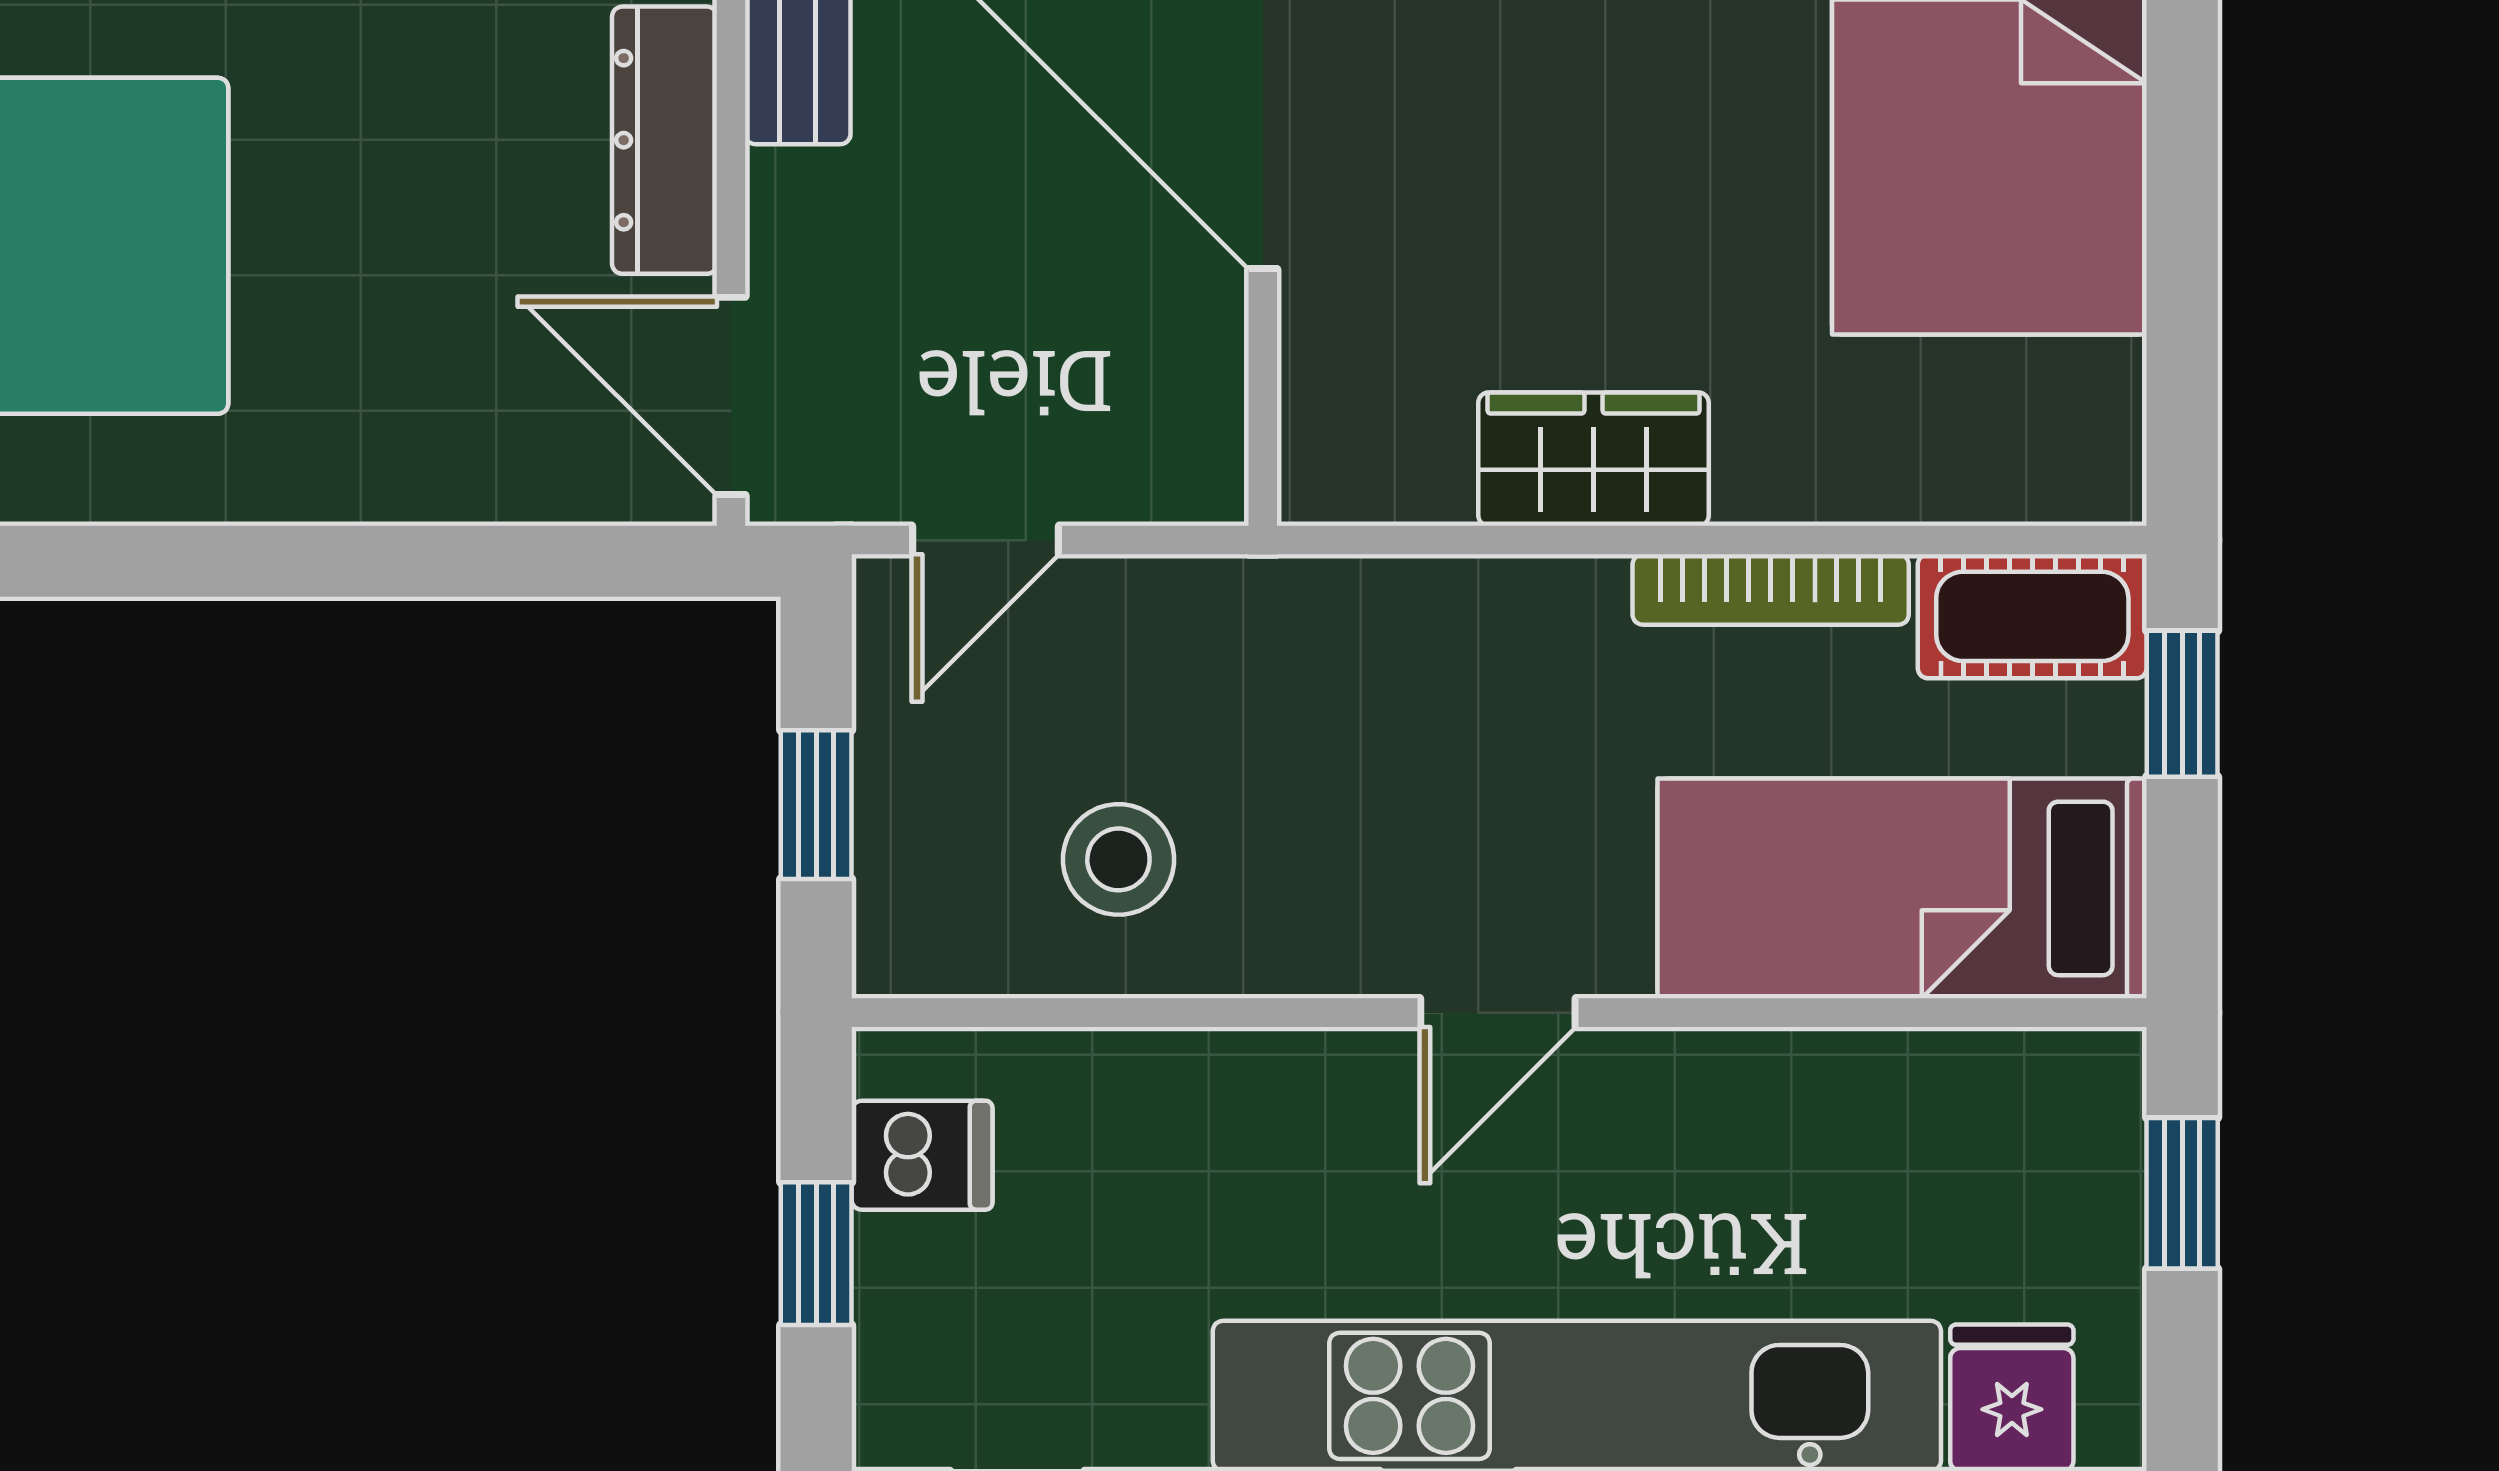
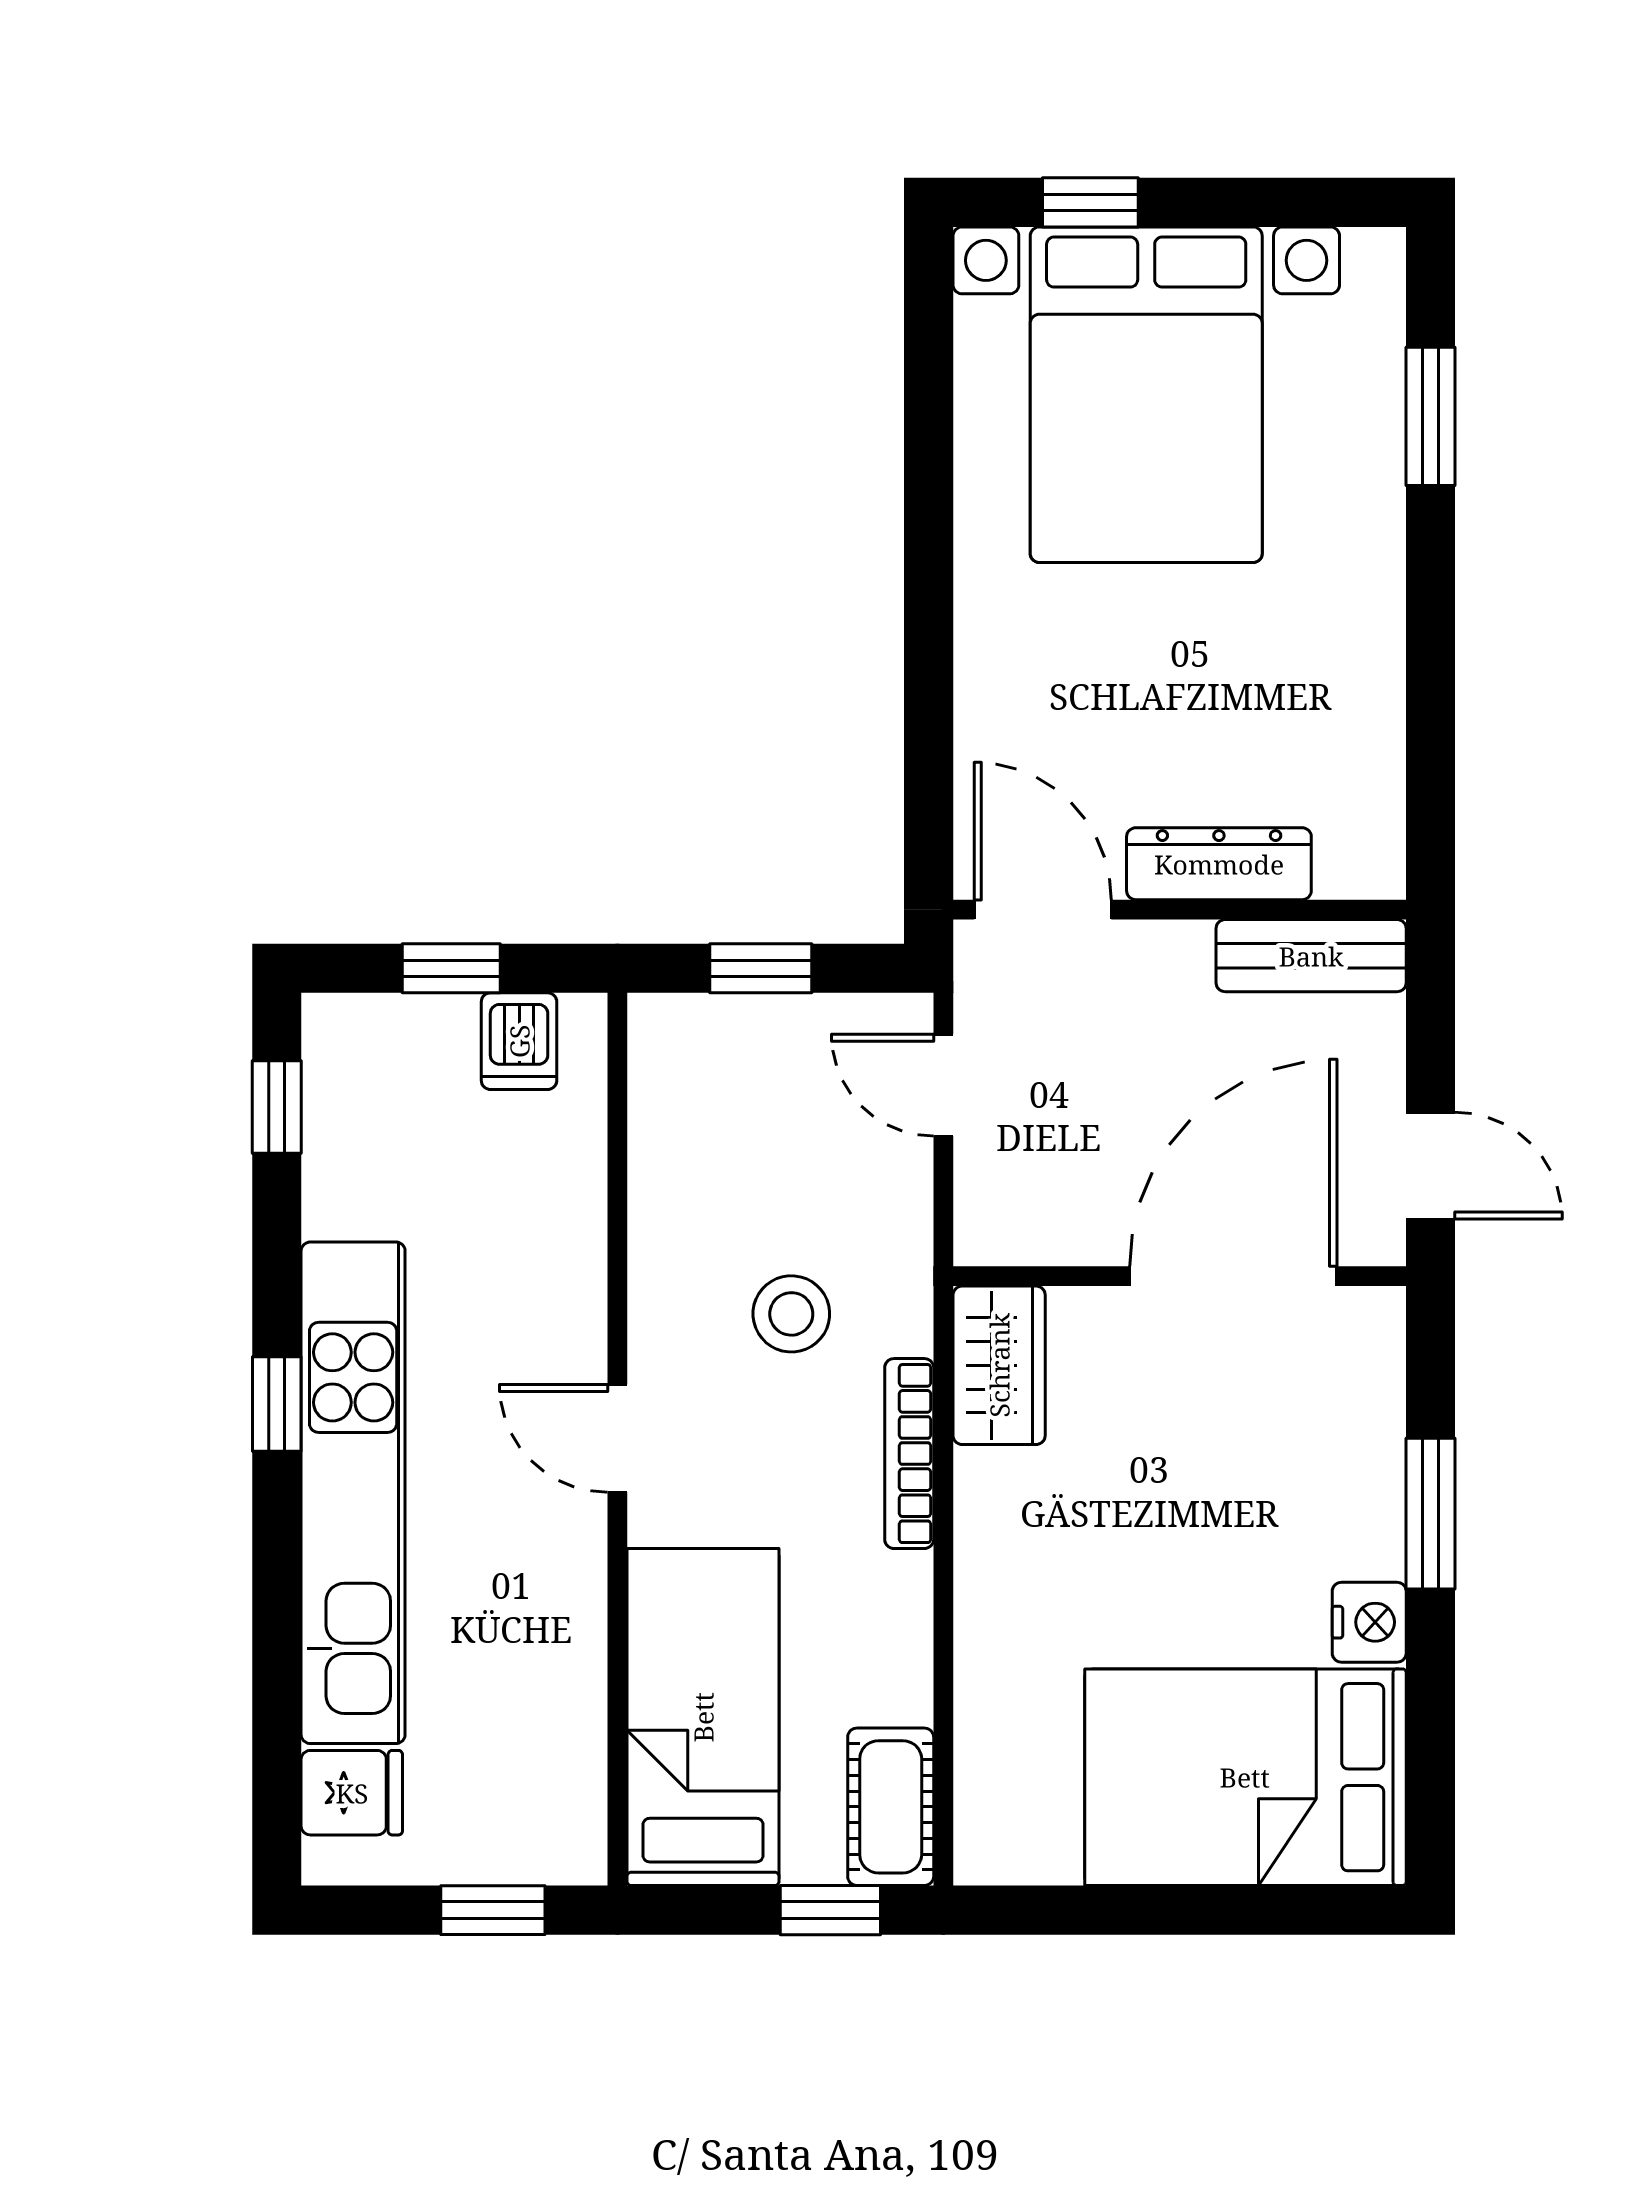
door: (731, 396) -> (1043, 910), hinge flipped
wardrobe: (1594, 459) -> (999, 1365), moved
bookcase: (1771, 589) -> (909, 1454), moved
stool: (1118, 859) -> (791, 1314), moved

